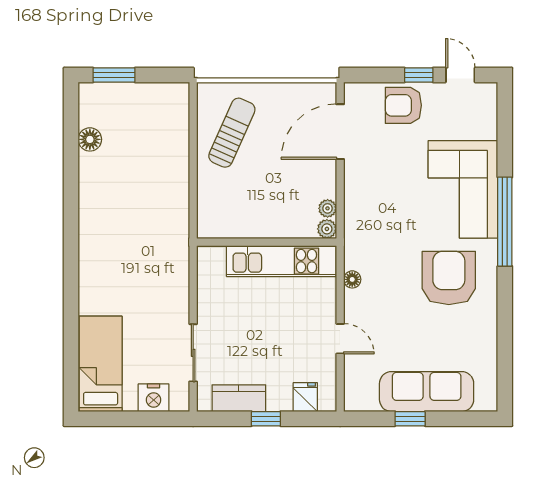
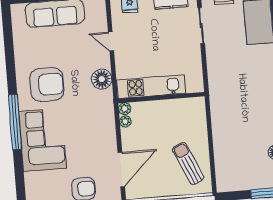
sun lounger: (232, 133) -> (188, 163), turned 132
armchair: (449, 278) -> (47, 84), turned -90
floor lamp: (352, 279) -> (102, 79), width x1.89, depth x1.89

